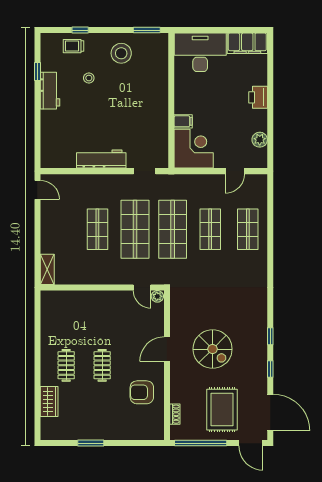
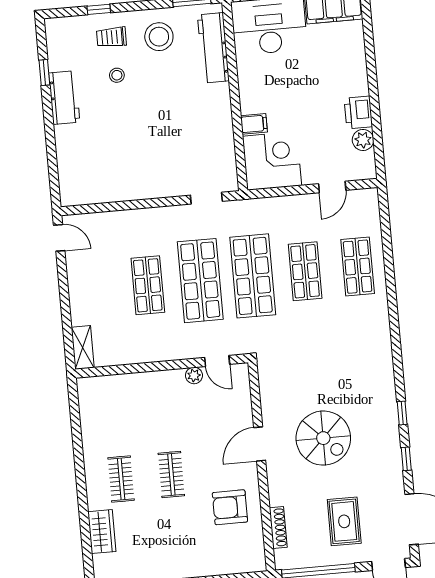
trolley: (73, 46) -> (111, 37), moved
printer: (258, 97) -> (358, 113), moved
workbench: (101, 159) -> (213, 48), moved, turned -90
plant: (157, 296) -> (194, 375), moved
rug: (222, 410) -> (344, 521), width x0.73, depth x0.70
shoe rack: (175, 414) -> (278, 527), width x1.43

